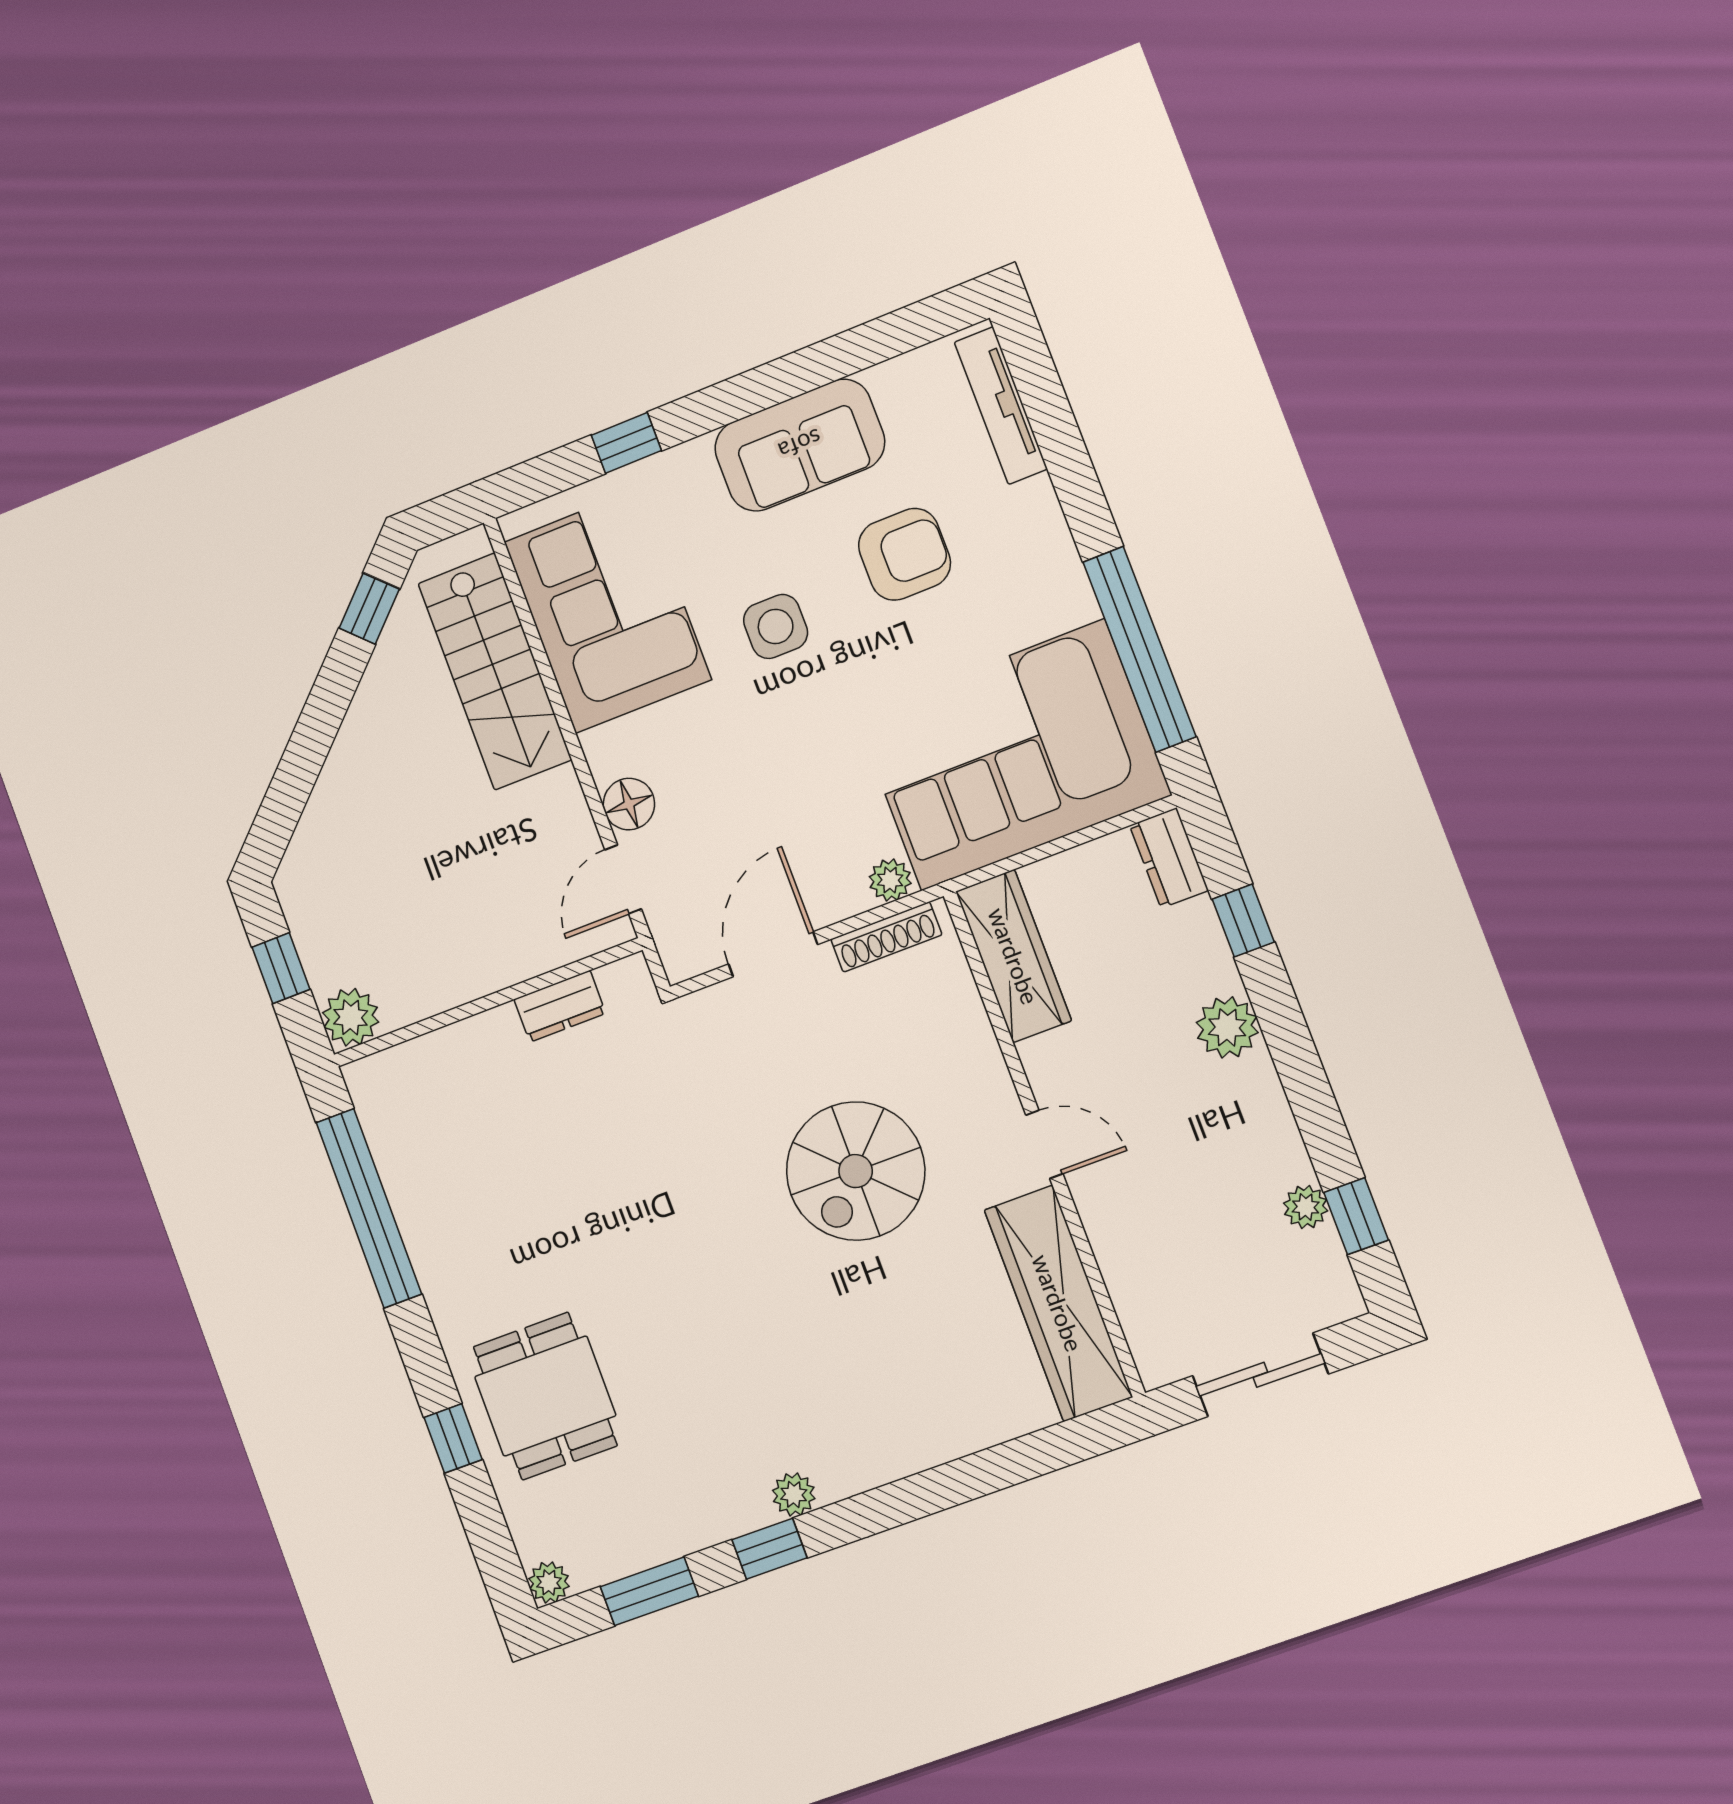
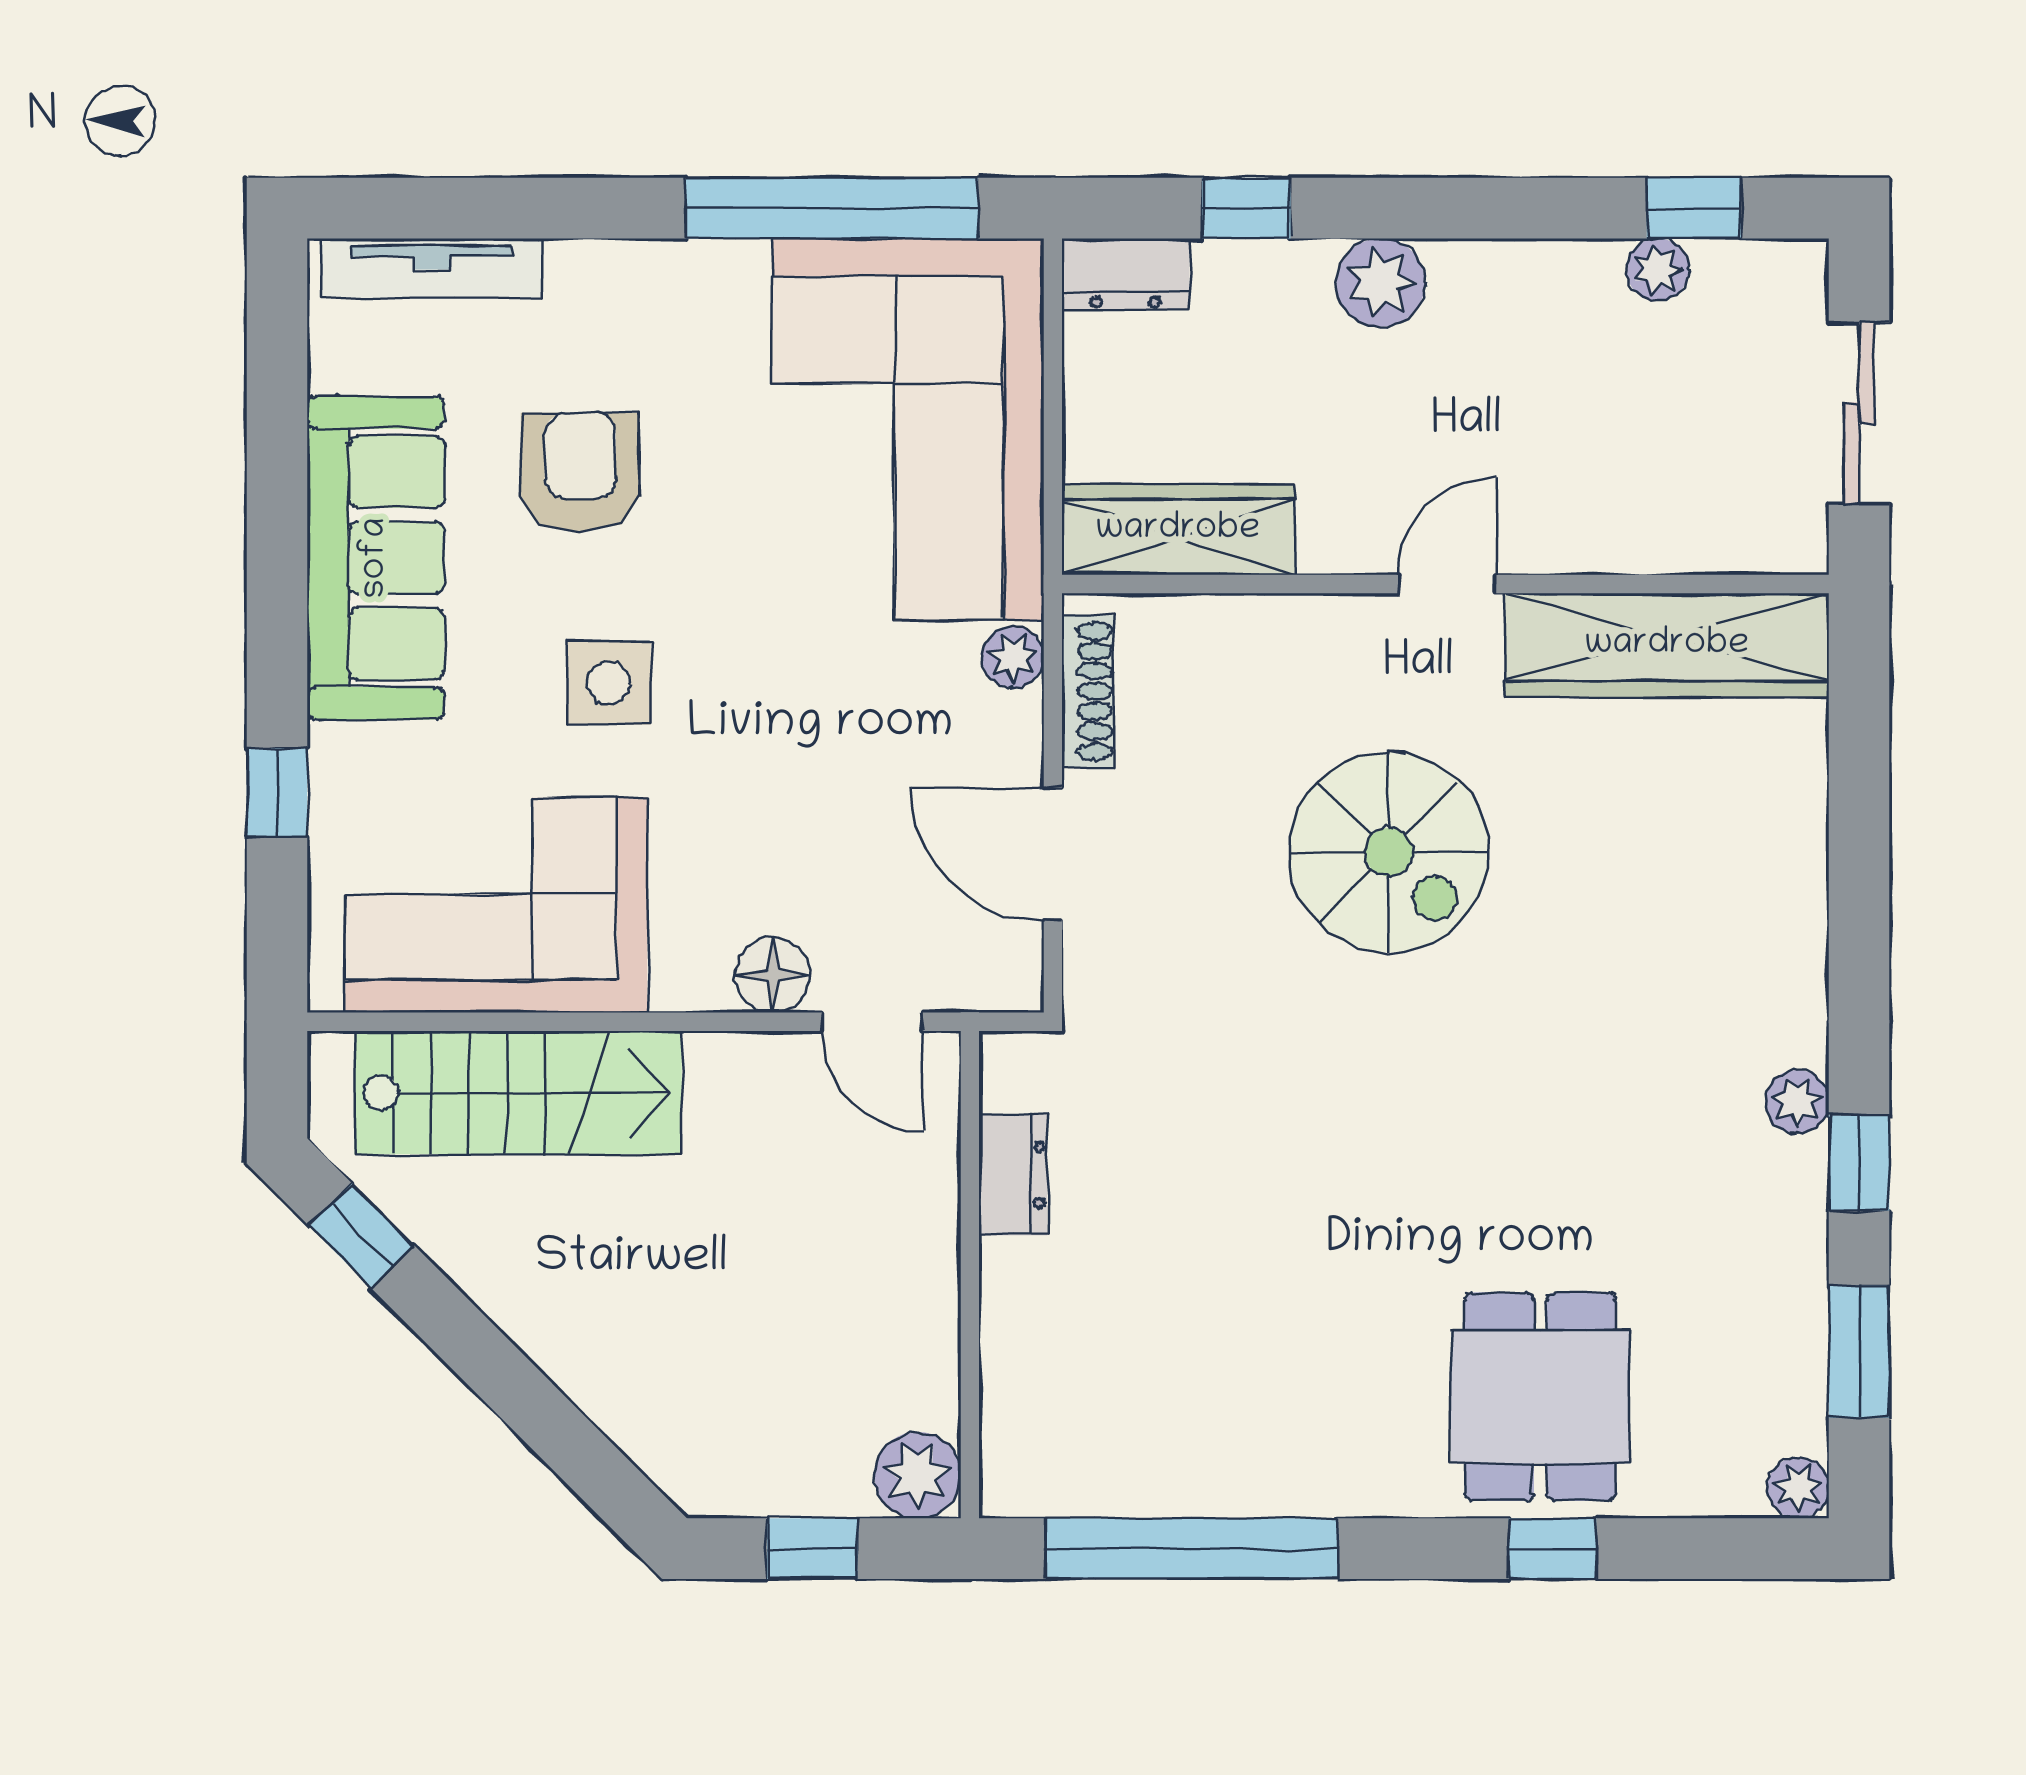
sofa: (800, 445) -> (376, 558), width x1.36
dining table: (545, 1396) -> (1540, 1397), turned 90

